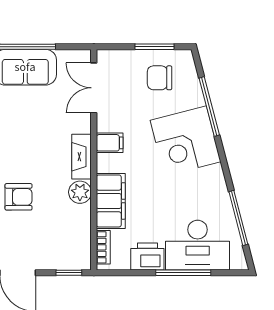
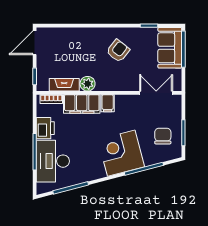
filing cabinet: (110, 143) -> (108, 103), moved
fireplace: (82, 157) -> (64, 85), moved
armchair: (19, 197) -> (118, 51), moved, turned -142

